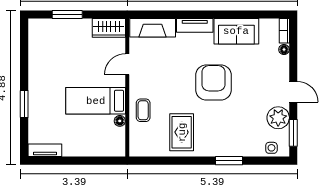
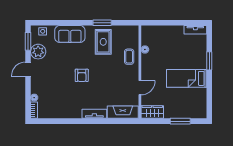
sofa: (236, 31) -> (70, 34), moved, turned 180
armchair: (214, 82) -> (82, 75), width x0.53, depth x0.53
door: (293, 92) -> (28, 69), hinge flipped
bed: (96, 101) -> (187, 78), moved, turned 180
window: (229, 161) -> (102, 23), moved

